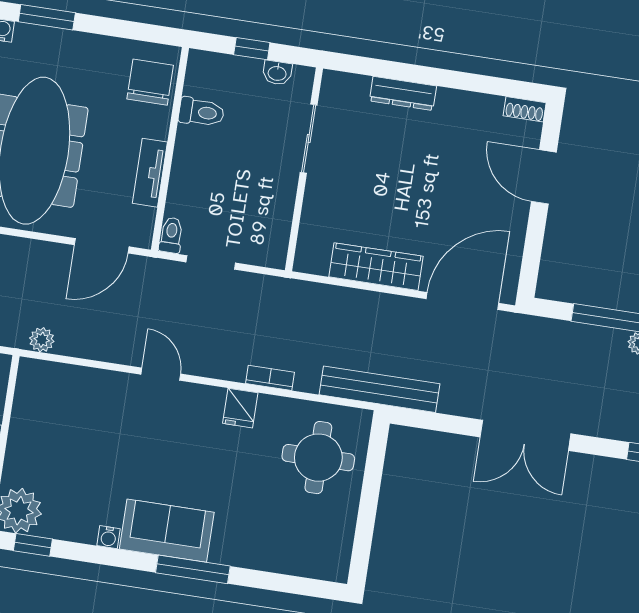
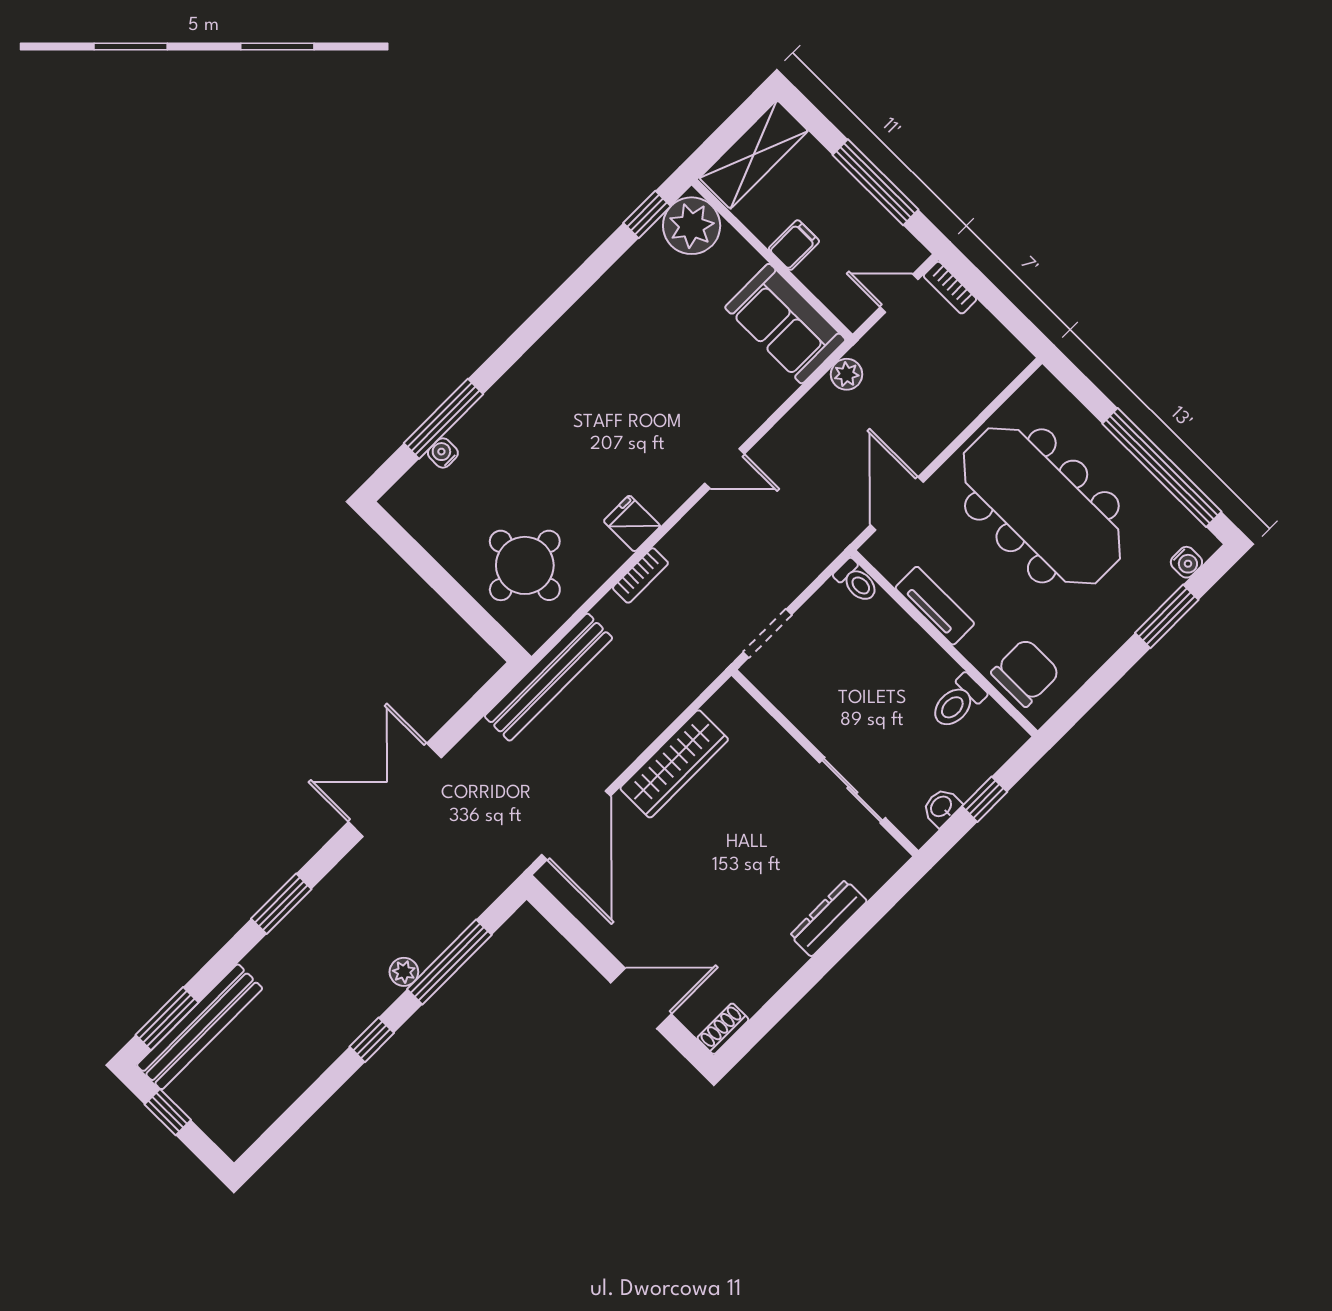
chair: (150, 82) -> (1026, 673), turned -90
doorway: (211, 262) -> (767, 633), moved
sofa: (167, 531) -> (785, 324), moved, turned 90
water cooler: (109, 537) -> (443, 453), moved
window: (193, 569) -> (443, 419), moved

